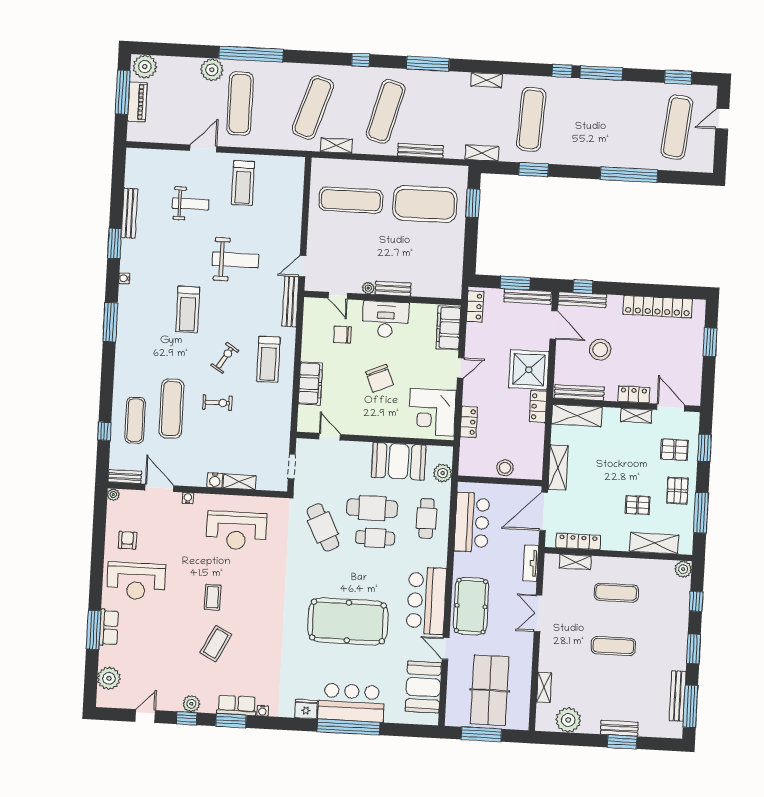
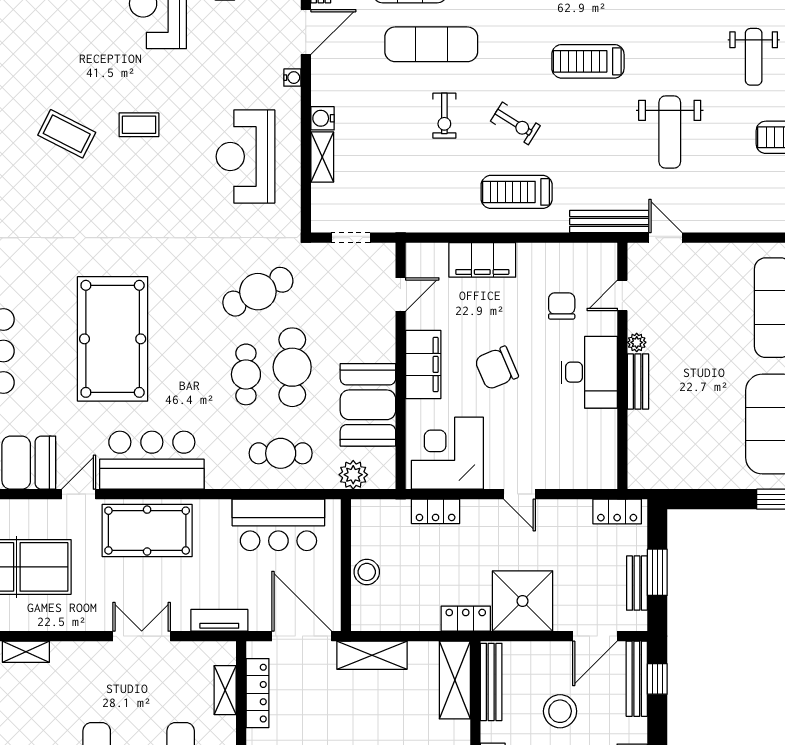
bench: (528, 297) -> (637, 583), width x0.73
filing cabinet: (448, 328) -> (423, 364), moved, turned 90

